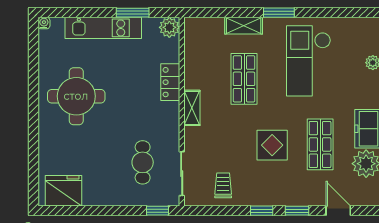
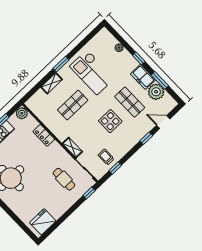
shop shelf: (244, 79) -> (73, 105), turned 90
shelving: (192, 108) -> (72, 147), moved
window: (262, 211) -> (115, 168), moved

